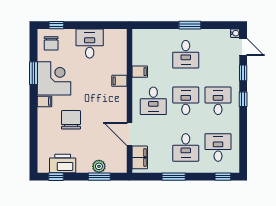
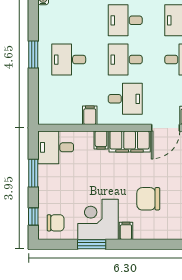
window: (92, 25) -> (33, 173), added
desk: (90, 44) -> (56, 147), moved
desk: (186, 54) -> (69, 60), turned 180
filing cabinet: (118, 104) -> (130, 141), added

